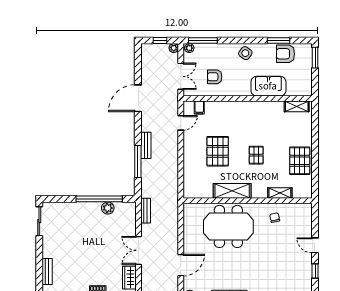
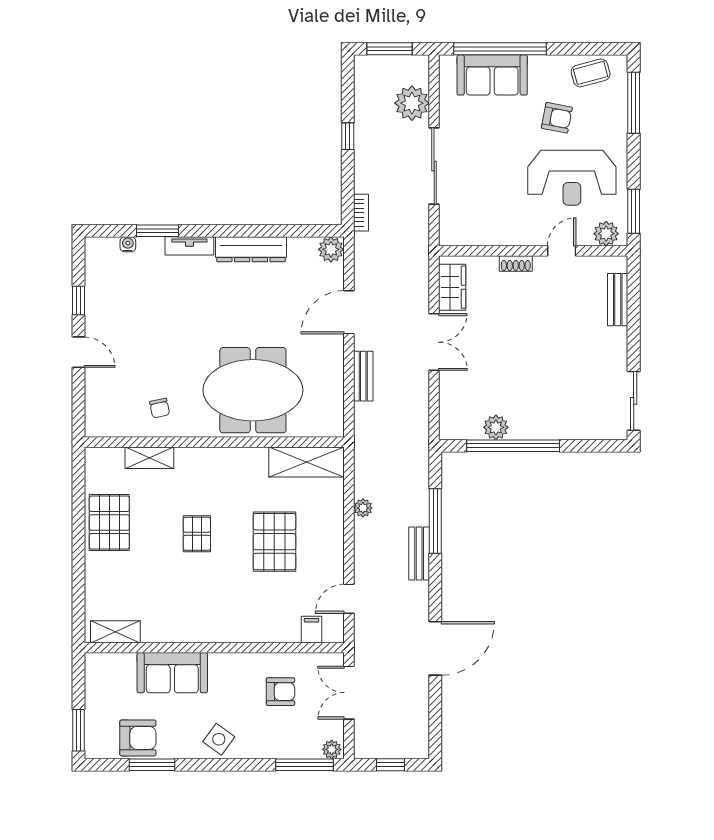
plant: (174, 48) -> (363, 508), moved
shelving: (232, 191) -> (307, 462), moved
bench: (146, 211) -> (363, 376), moved

